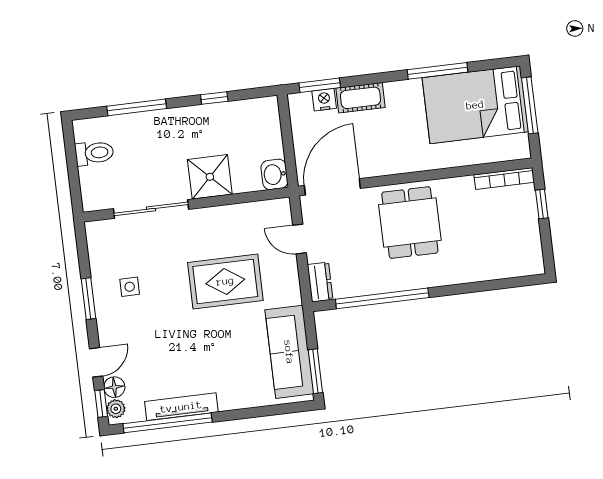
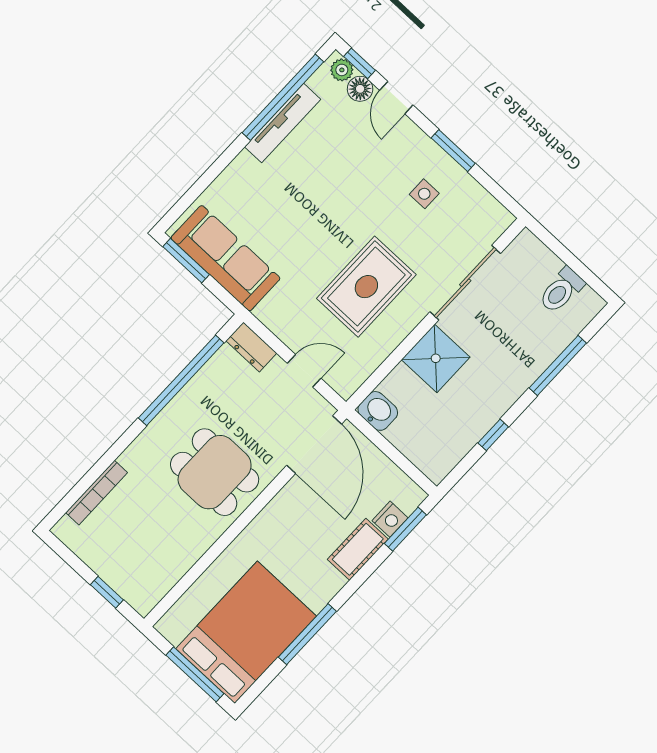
bookcase: (504, 178) -> (97, 493), moved, turned 180
rug: (225, 281) -> (366, 287), moved

